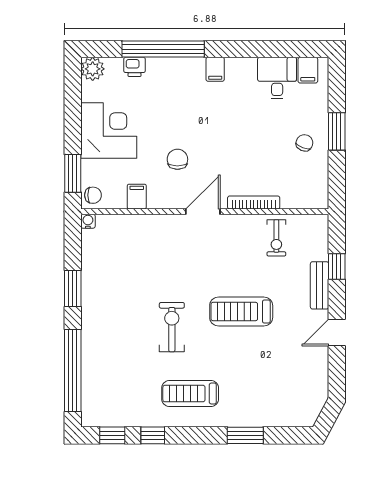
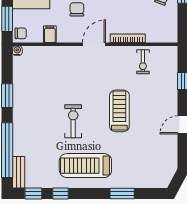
bench: (320, 285) -> (19, 172), moved
treadmill: (241, 311) -> (119, 111), turned 90
treadmill: (190, 394) -> (85, 166), width x1.37, depth x1.38

